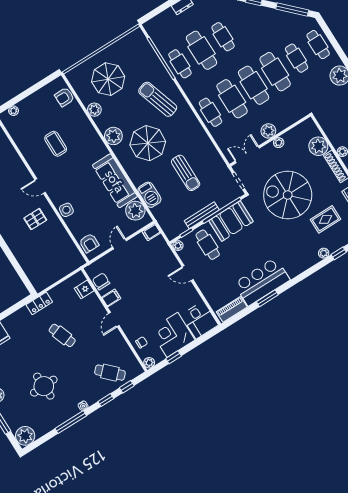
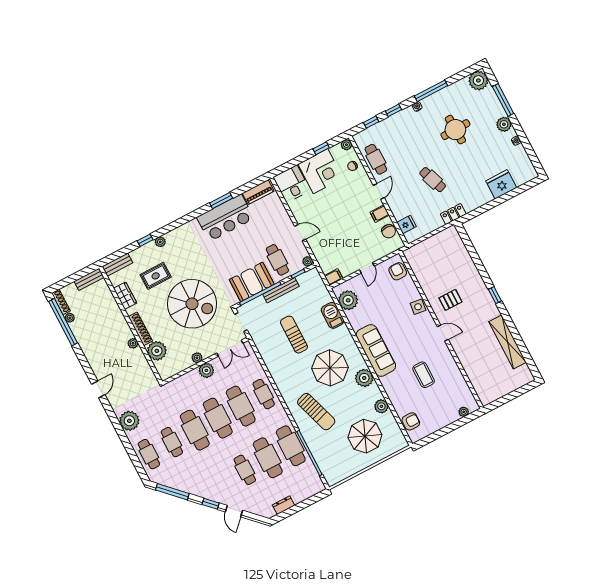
cafe table: (180, 64) -> (291, 446), width x1.37, depth x1.35
sofa: (115, 181) -> (376, 350), moved
cafe table: (110, 373) -> (376, 159), moved, turned 45

